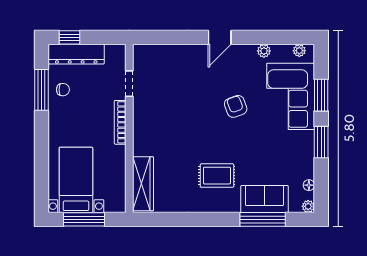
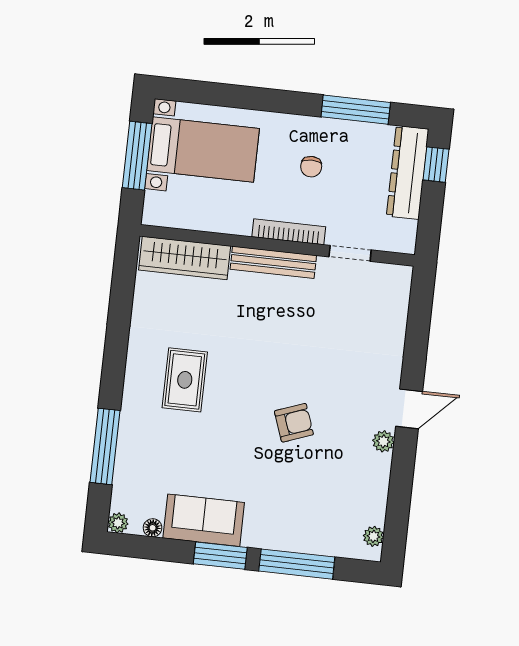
door: (220, 37) -> (409, 409), swing flipped
plant: (264, 51) -> (383, 441), moved
chair: (63, 90) -> (311, 167), moved
window: (321, 95) -> (297, 564), width x1.44
corner sofa: (291, 96) -> (300, 514), removed
bench: (140, 130) -> (273, 262), added
sofa: (264, 199) -> (204, 520), moved, turned -90

